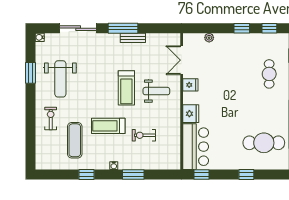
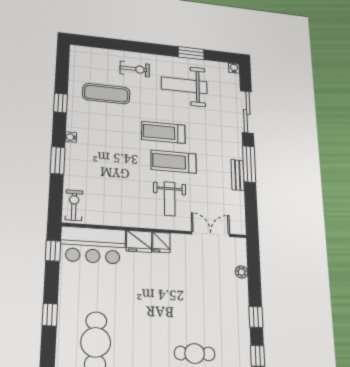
fridge: (190, 85) -> (161, 242), moved
treadmill: (108, 126) -> (163, 132), moved, turned -90
exercise bike: (144, 135) -> (74, 205), moved

